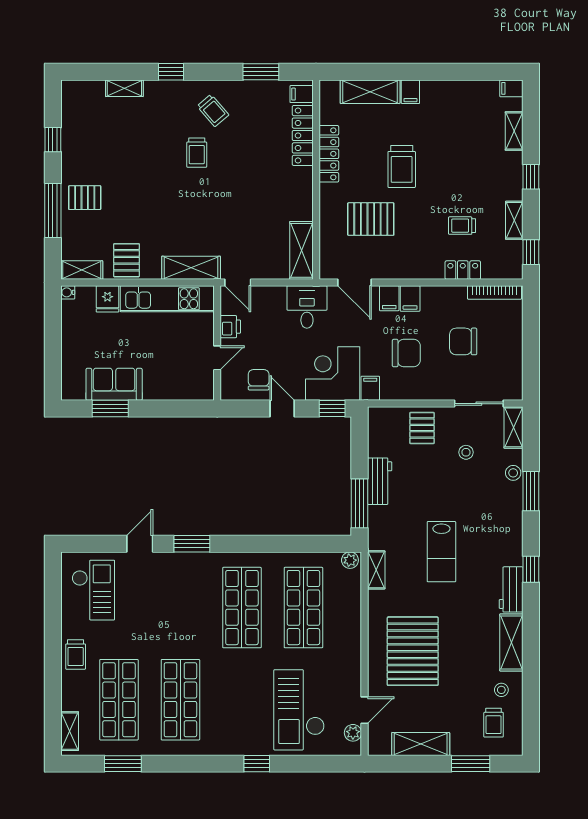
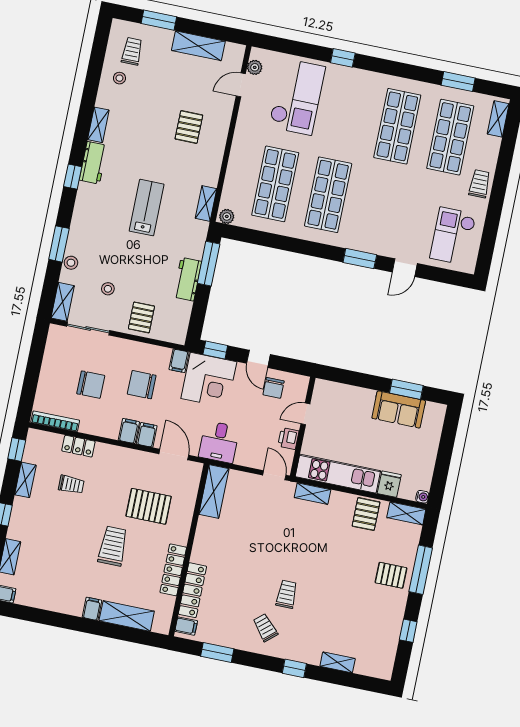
shelving: (191, 268) -> (312, 494), width x0.67, depth x0.75
shelving: (511, 642) -> (98, 125), width x0.67, depth x0.75
pallet: (413, 651) -> (189, 127), width x0.49, depth x0.50

